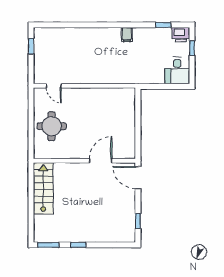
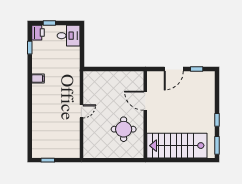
door: (54, 86) -> (81, 111), moved
round table: (52, 126) -> (124, 129), moved
door: (138, 178) -> (174, 69), moved
stairs: (43, 188) -> (177, 146), width x1.36, depth x1.51

